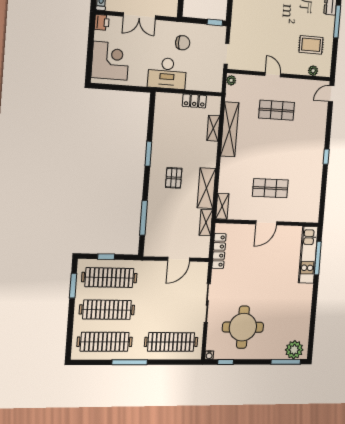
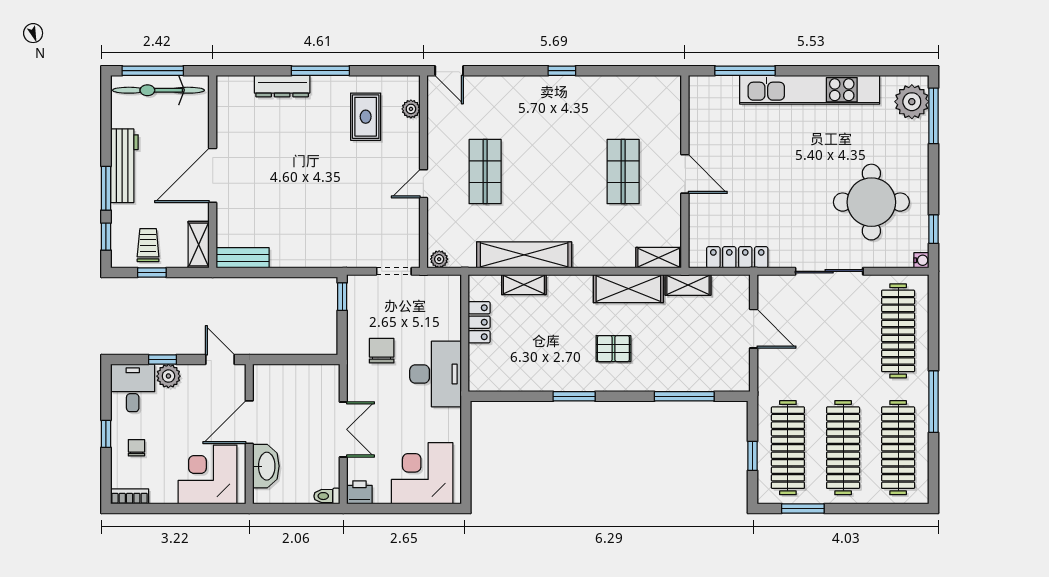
kitchen unit: (308, 255) -> (810, 90), moved, width x1.36

